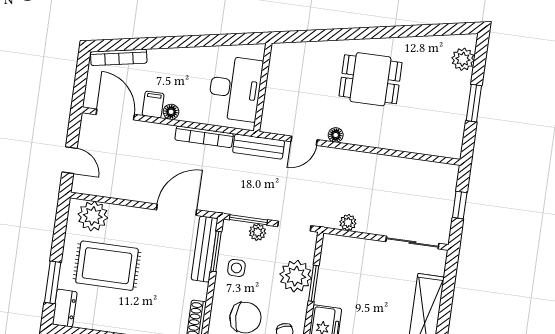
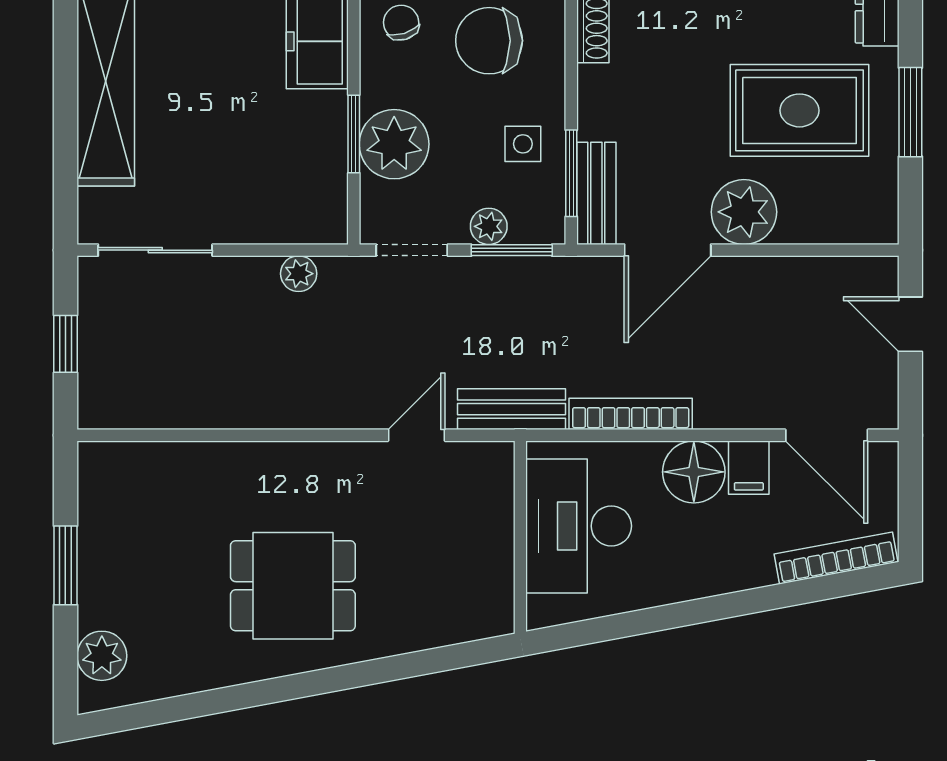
floor lamp: (171, 112) -> (694, 472), width x1.89, depth x1.89
floor lamp: (336, 135) -> (351, 457), removed
plant: (93, 216) -> (744, 212), moved
bench: (205, 249) -> (596, 193), width x0.73
window: (53, 282) -> (910, 112), moved

